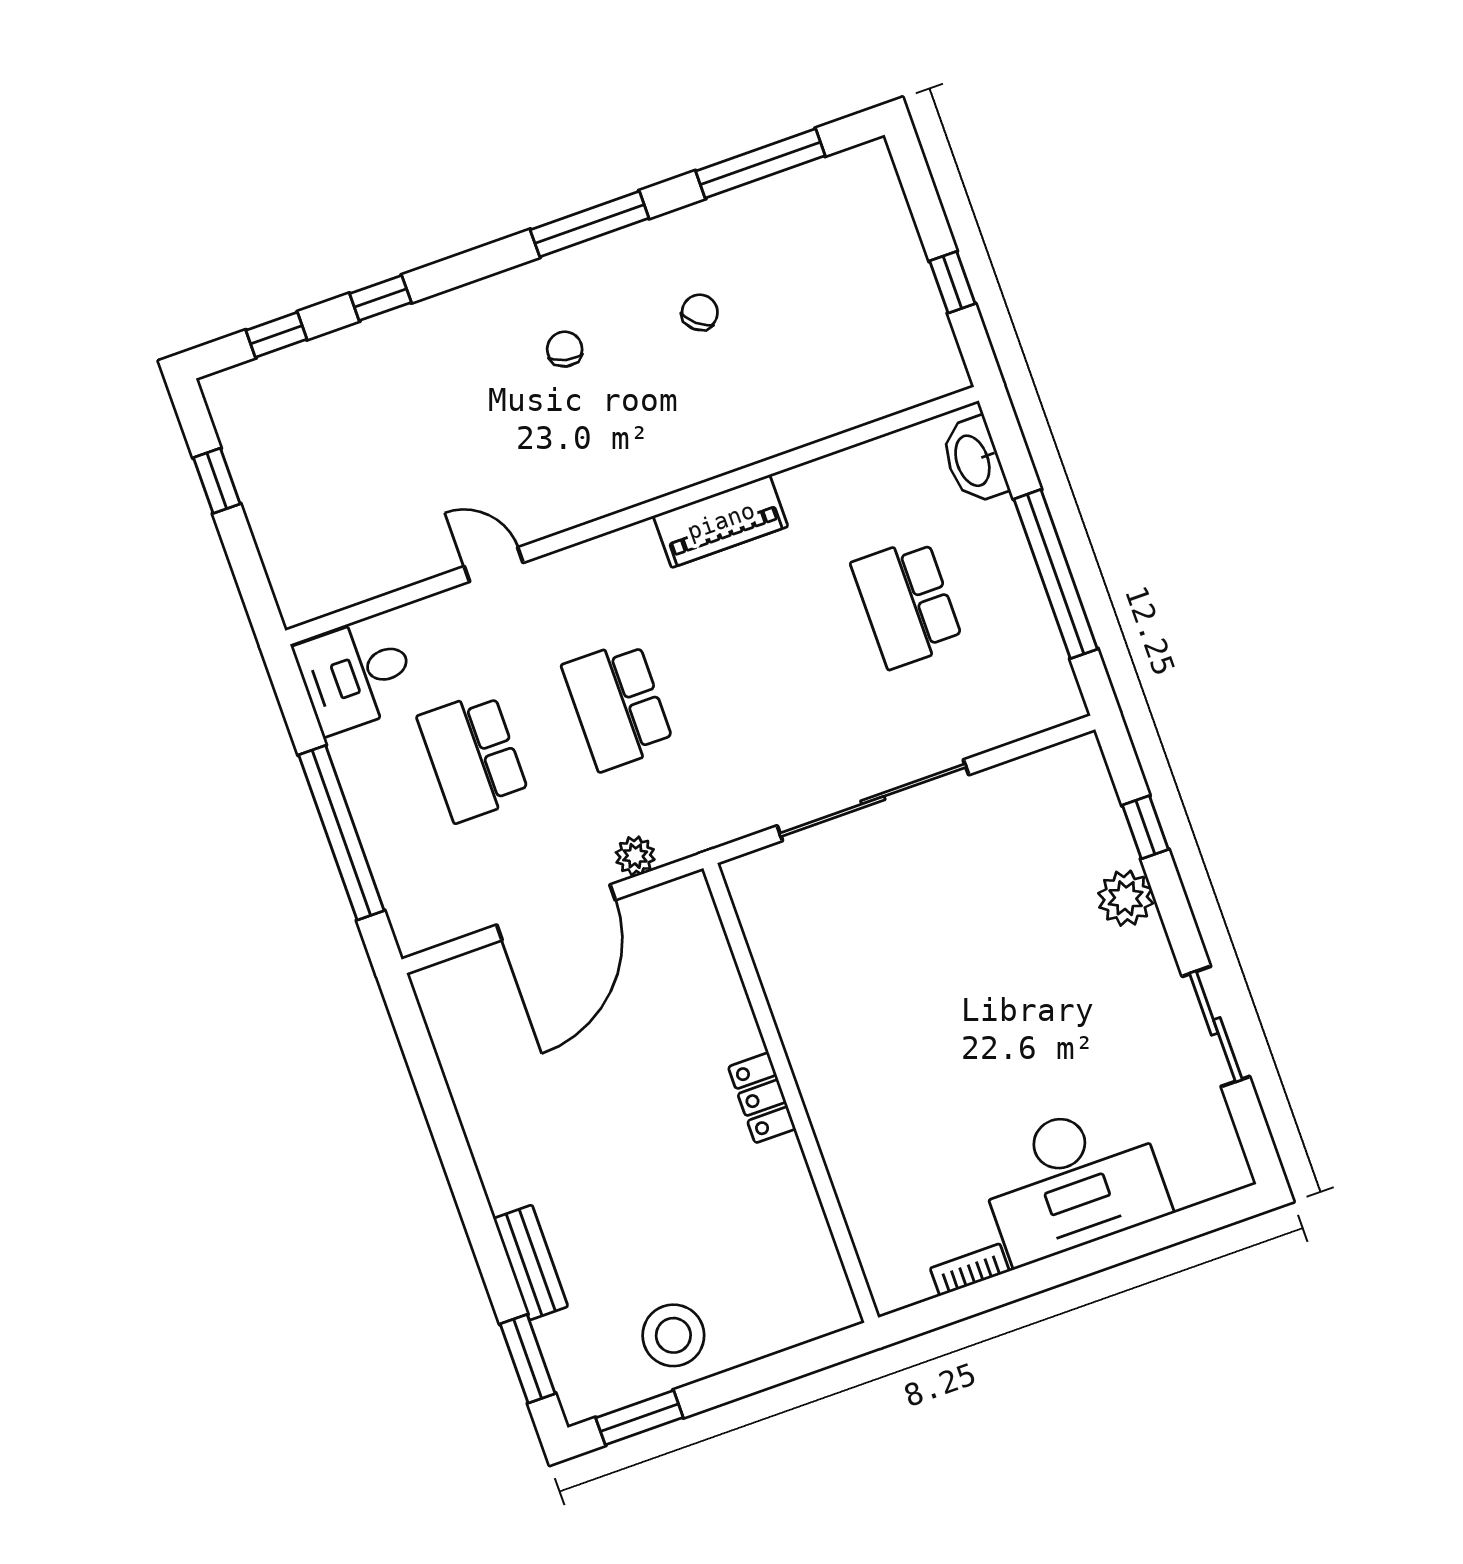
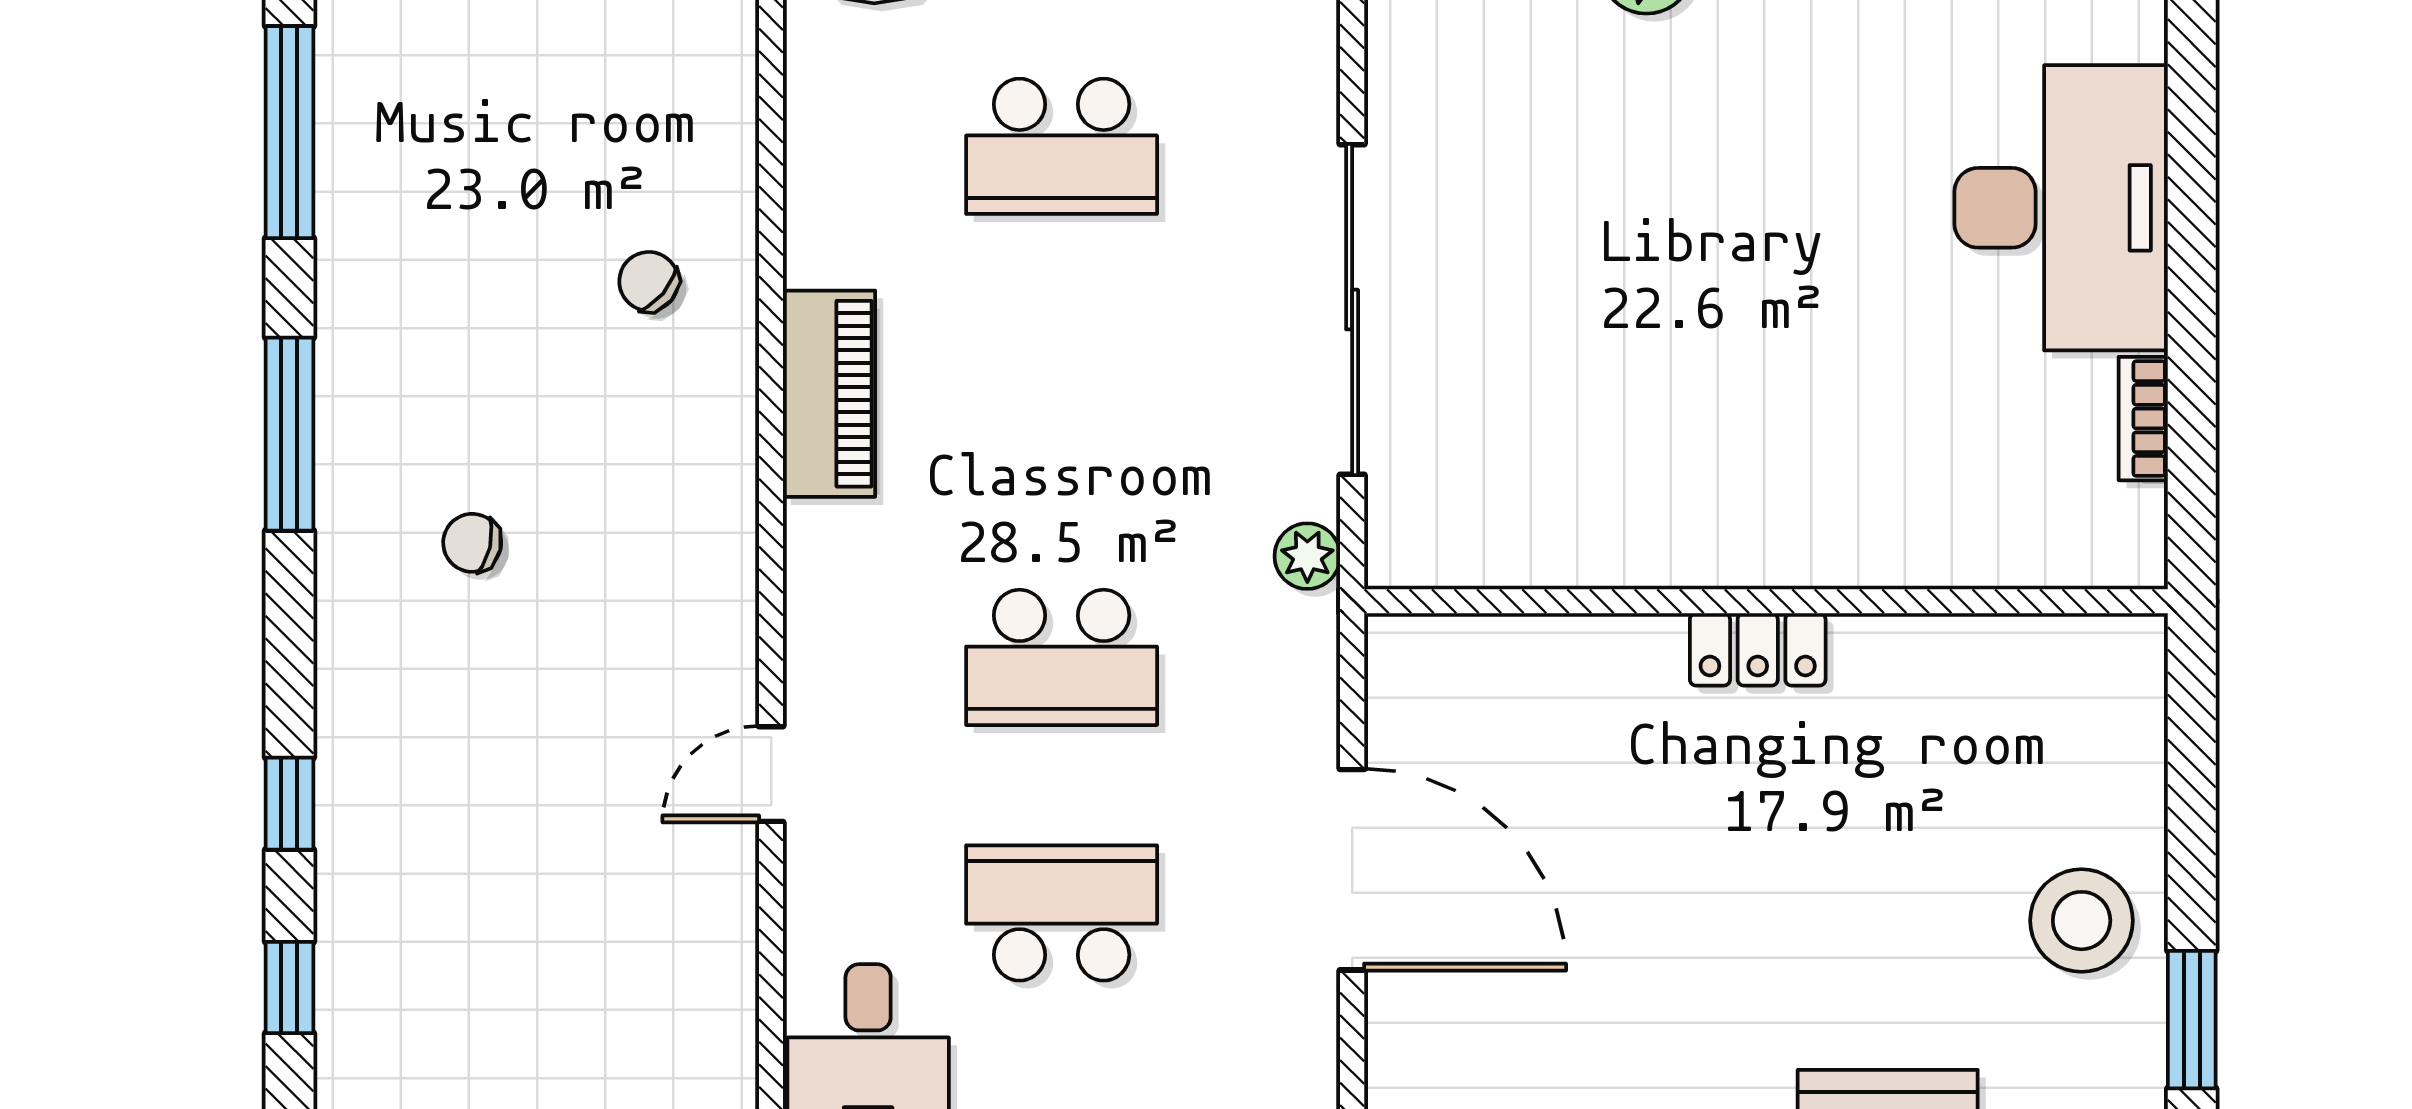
chair: (700, 312) -> (649, 281), moved
school desk: (473, 757) -> (1062, 913), turned 180
plant: (635, 856) -> (1307, 556), moved

